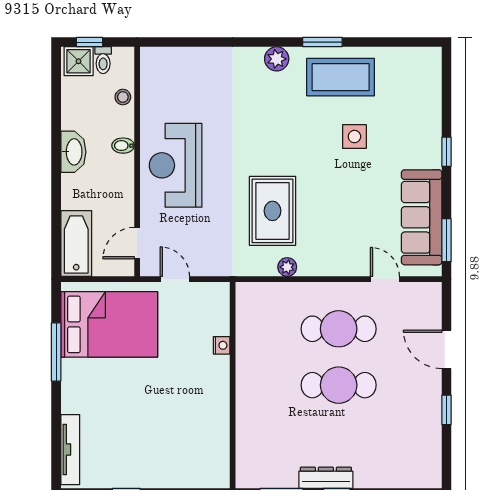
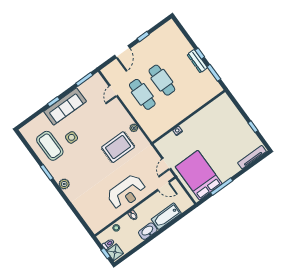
coffee table: (341, 77) -> (50, 146), moved
sofa: (422, 217) -> (65, 106), moved
bathtub: (76, 244) -> (166, 216), moved

